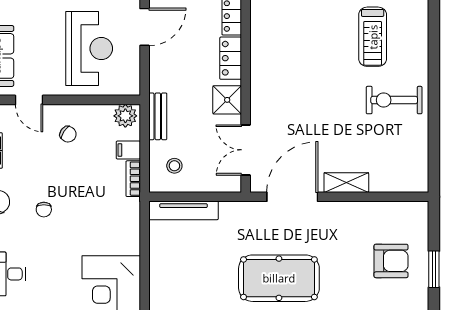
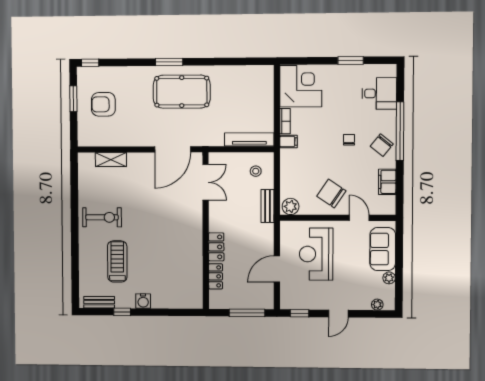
shower: (227, 100) -> (219, 218), removed
chair: (68, 134) -> (331, 193), width x1.87, depth x1.87
filing cabinet: (128, 150) -> (288, 142), moved
bookcase: (133, 179) -> (285, 121), moved
shelving: (346, 183) -> (111, 160), moved

